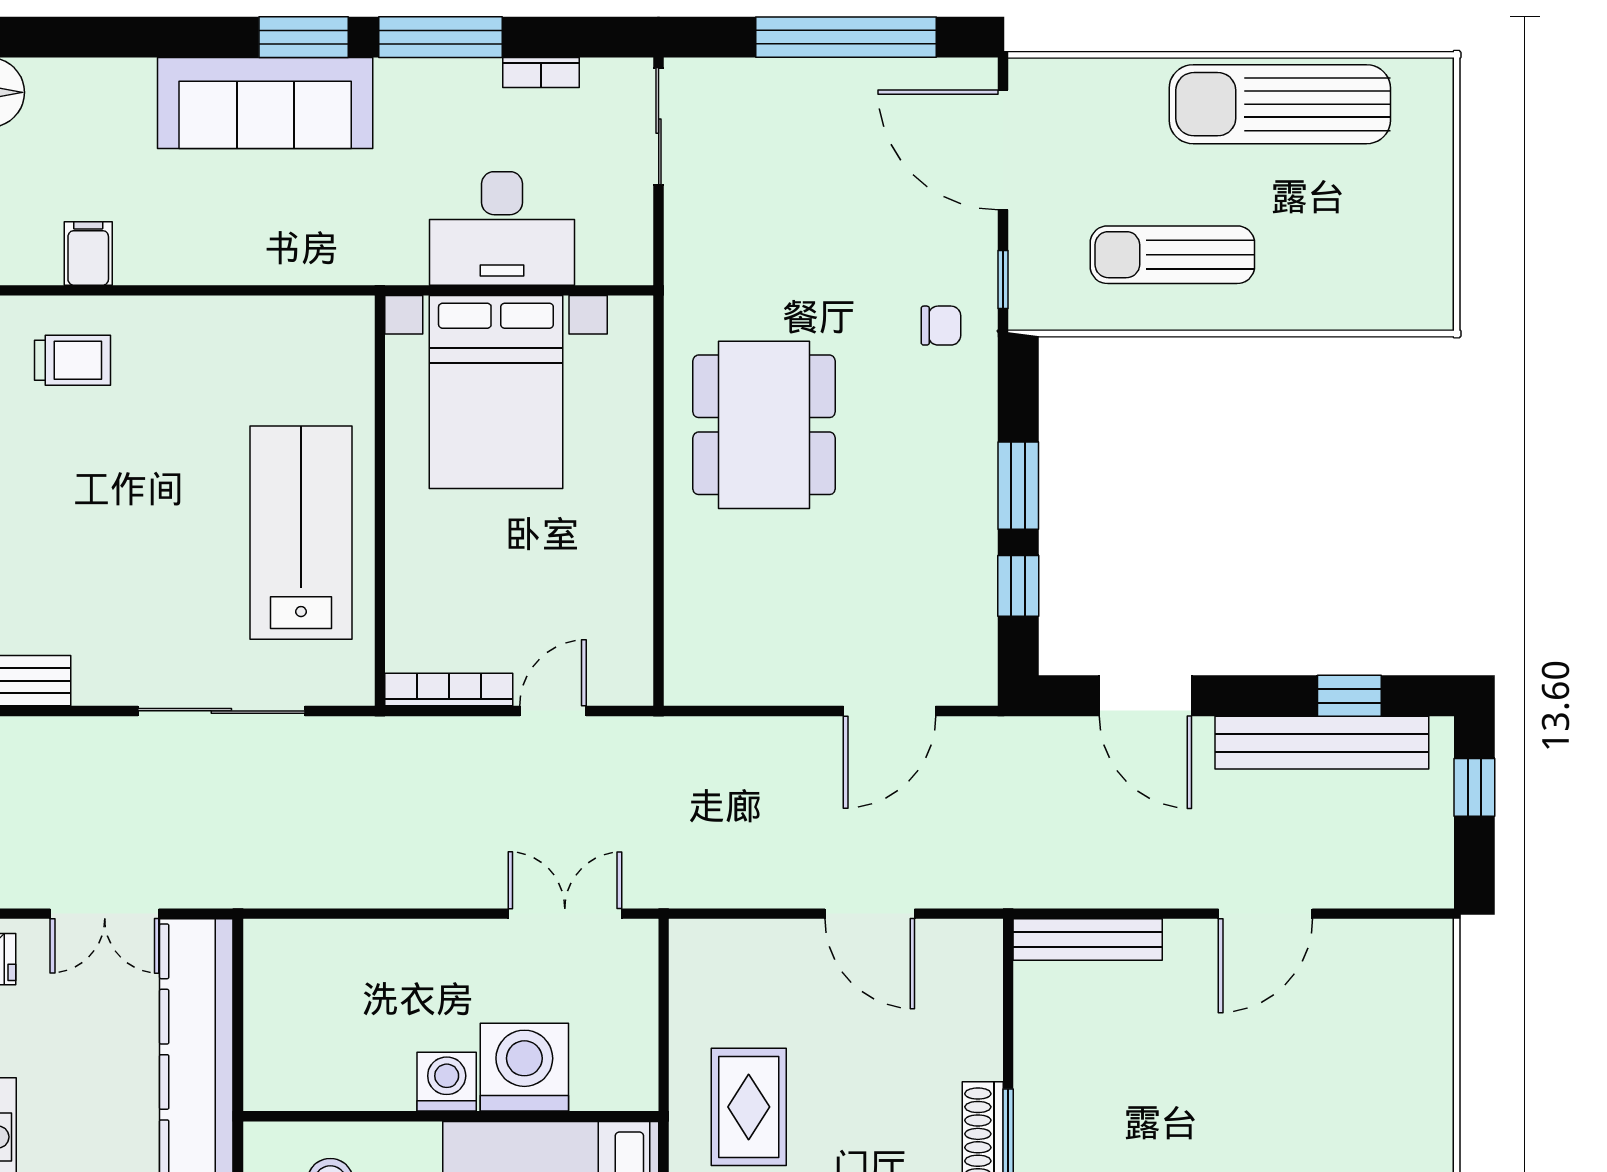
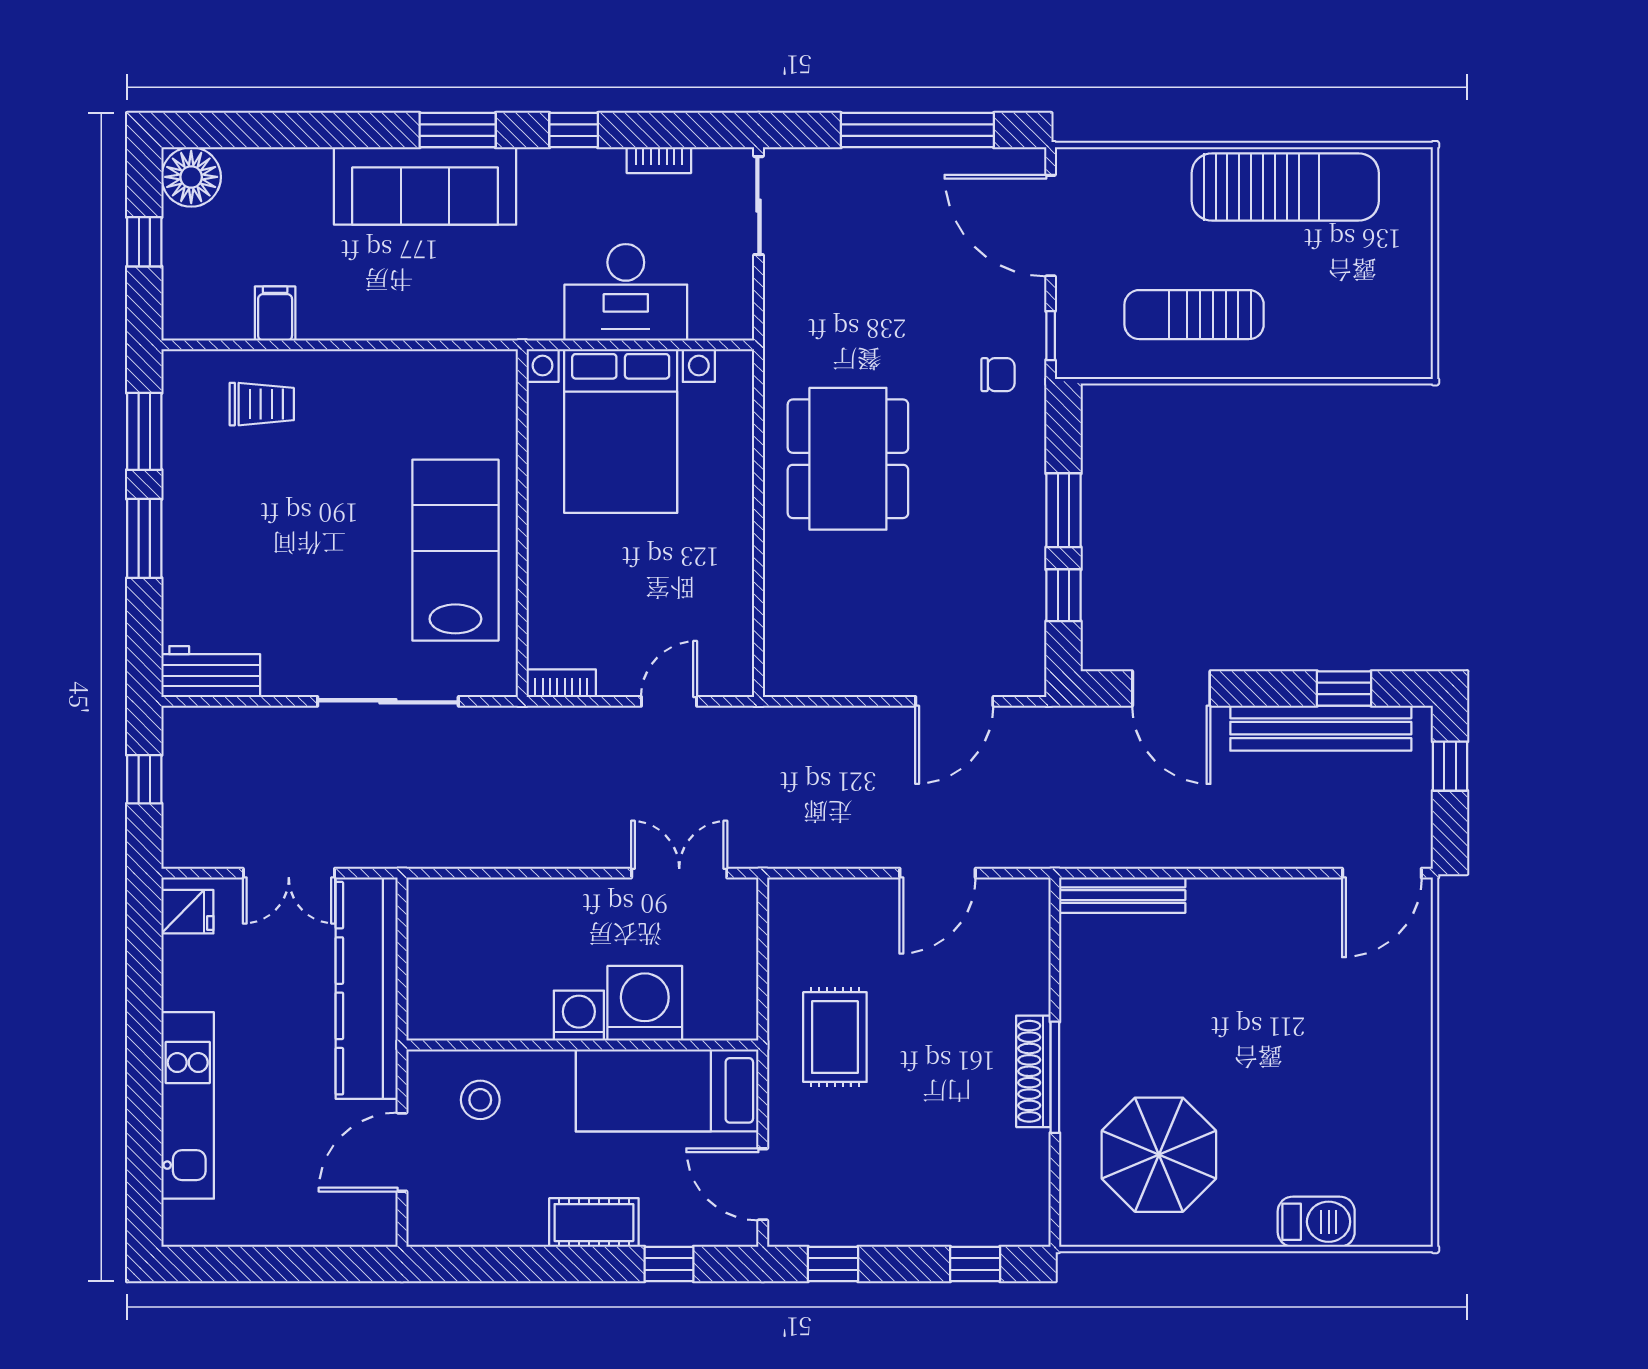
window: (440, 37) -> (574, 130), width x0.46
sun lounger: (1280, 104) -> (1285, 187), turned 180
bookcase: (449, 690) -> (561, 683), width x0.64
door: (870, 914) -> (938, 873), hinge flipped
door: (1265, 914) -> (1382, 873), moved

